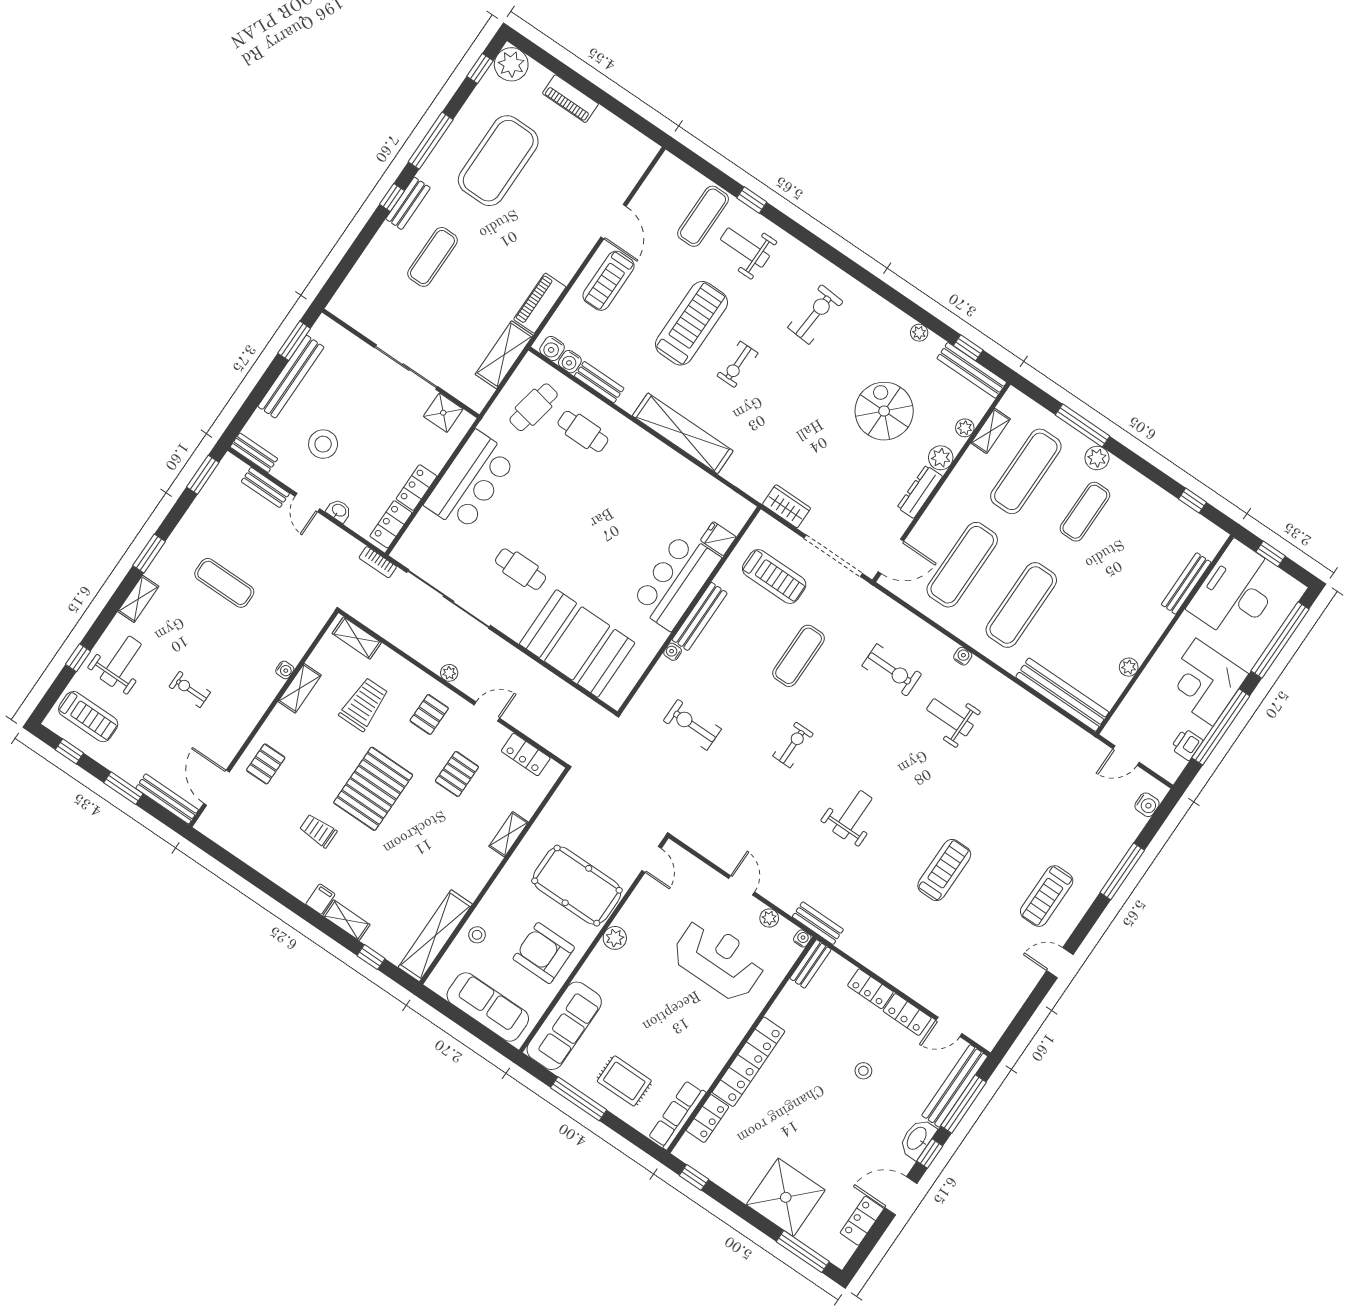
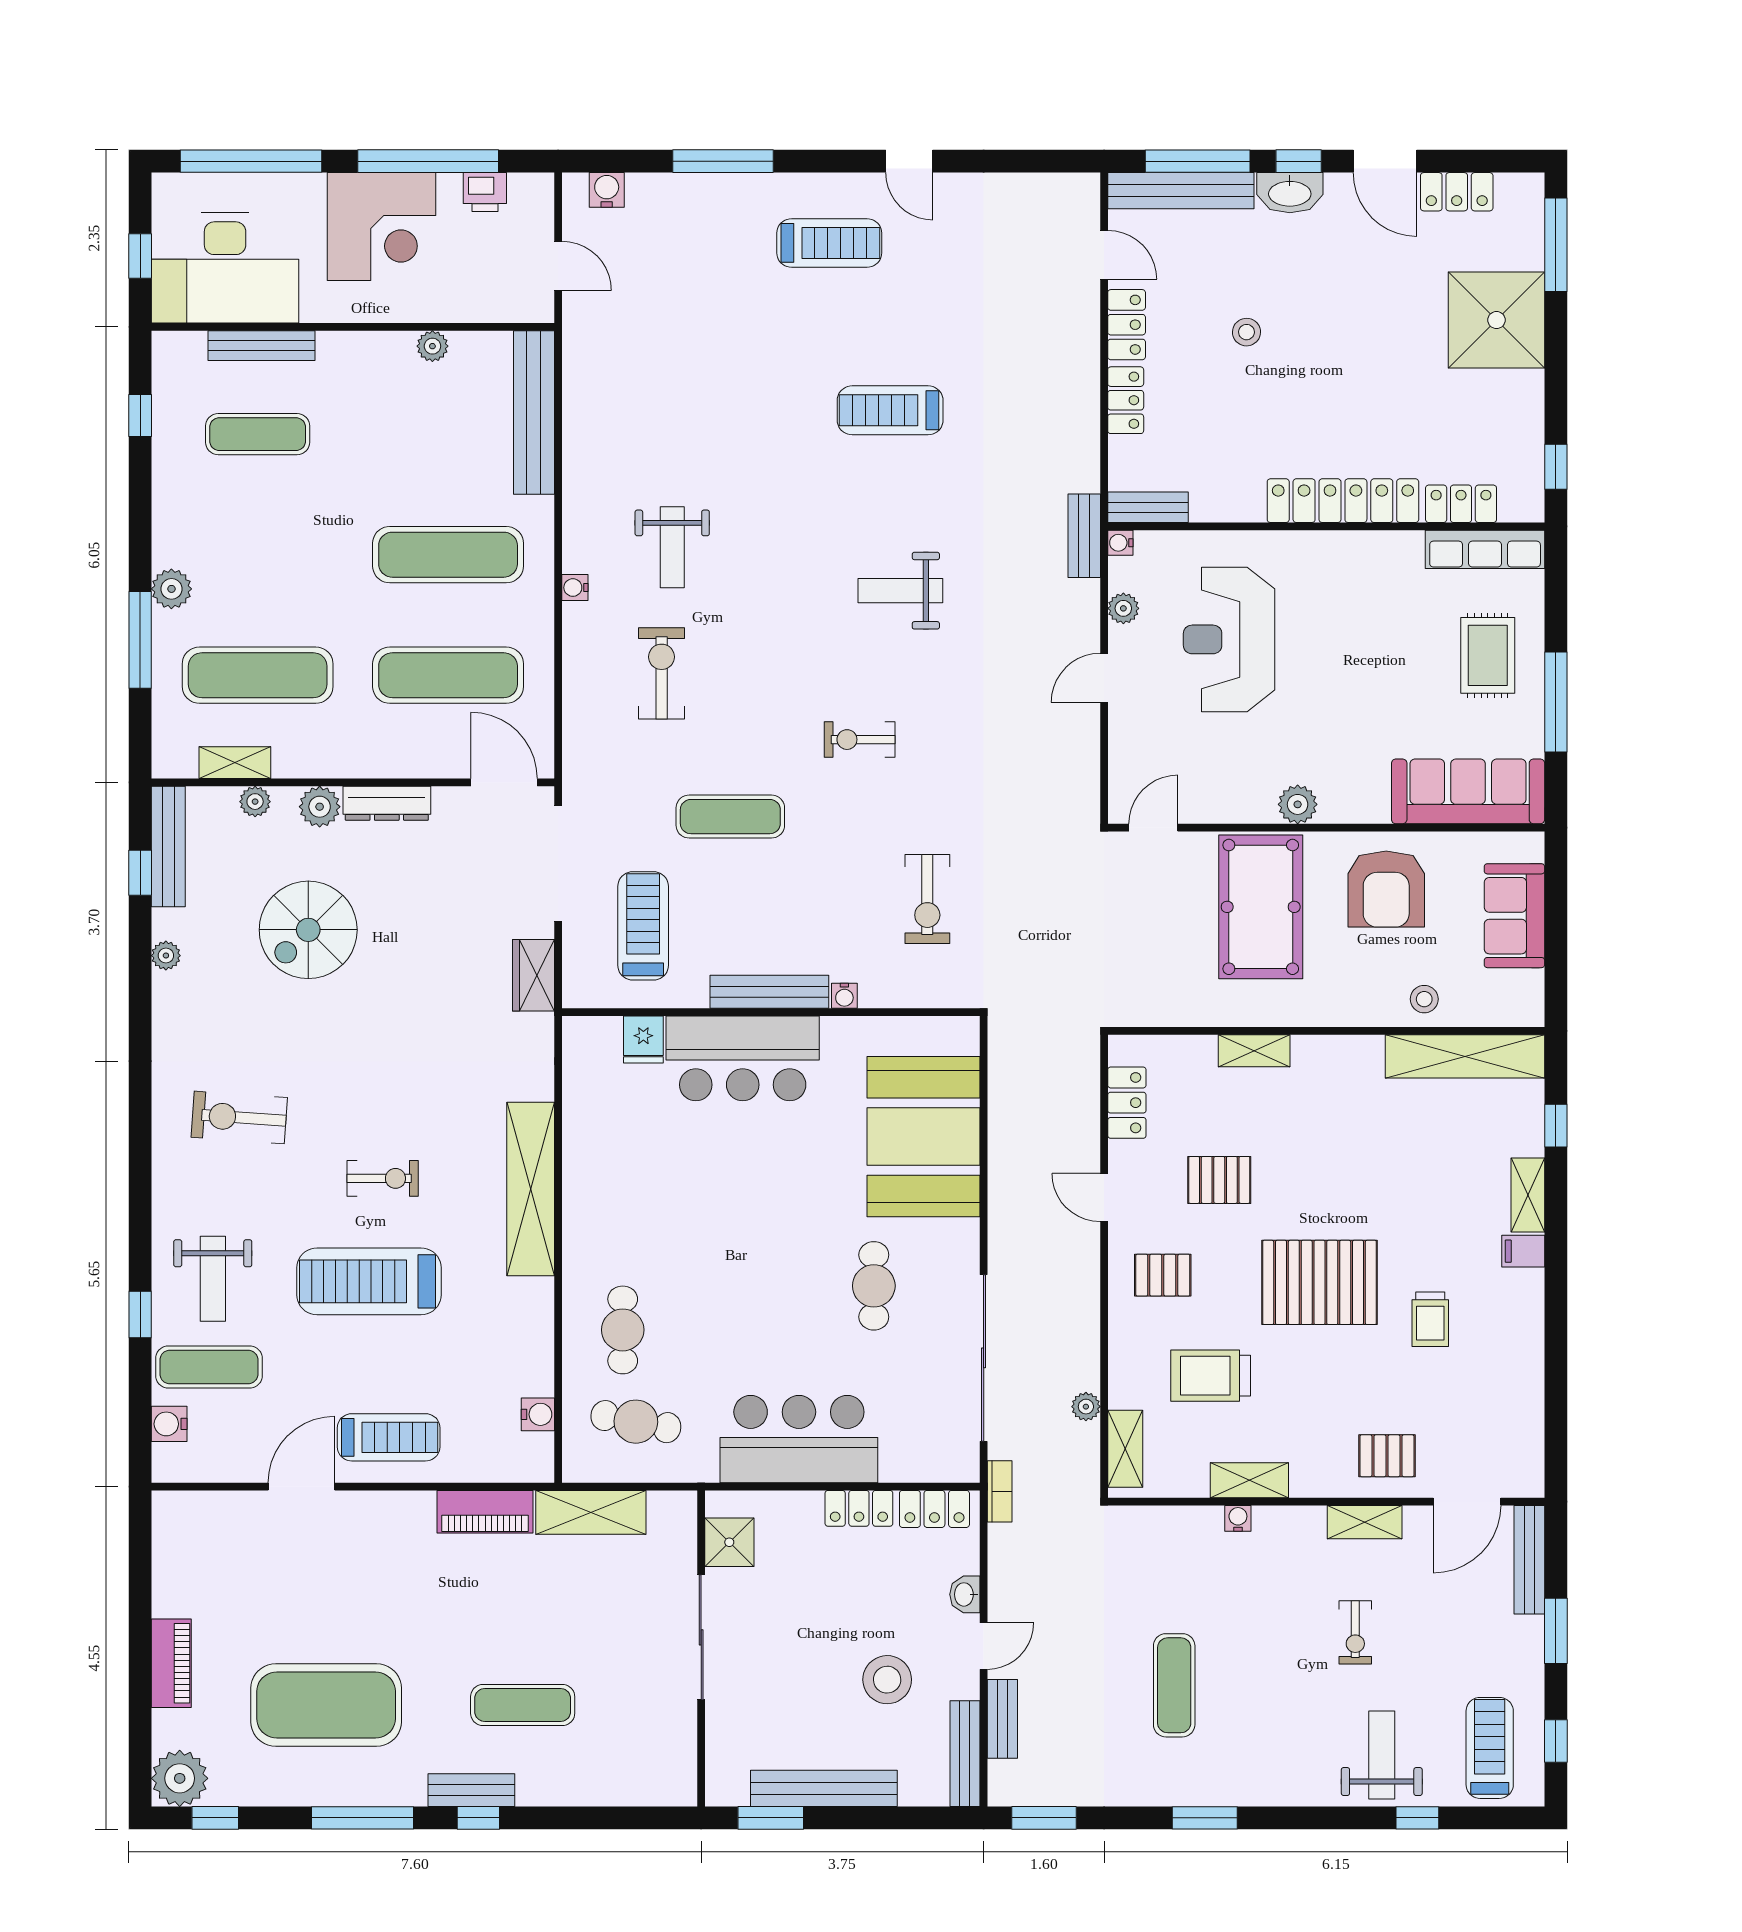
water cooler: (552, 349) -> (169, 1424), moved, turned 180
bench: (599, 382) -> (539, 1354), removed
bench: (254, 453) -> (965, 1754), width x1.36
exercise mat: (1085, 512) -> (258, 434), moved
shelving: (138, 599) -> (1365, 1522), moved
weight bench: (121, 661) -> (1382, 1755), turned 90
plant: (449, 673) -> (1086, 1407), moved
sofa: (488, 1007) -> (1514, 916), width x0.73

